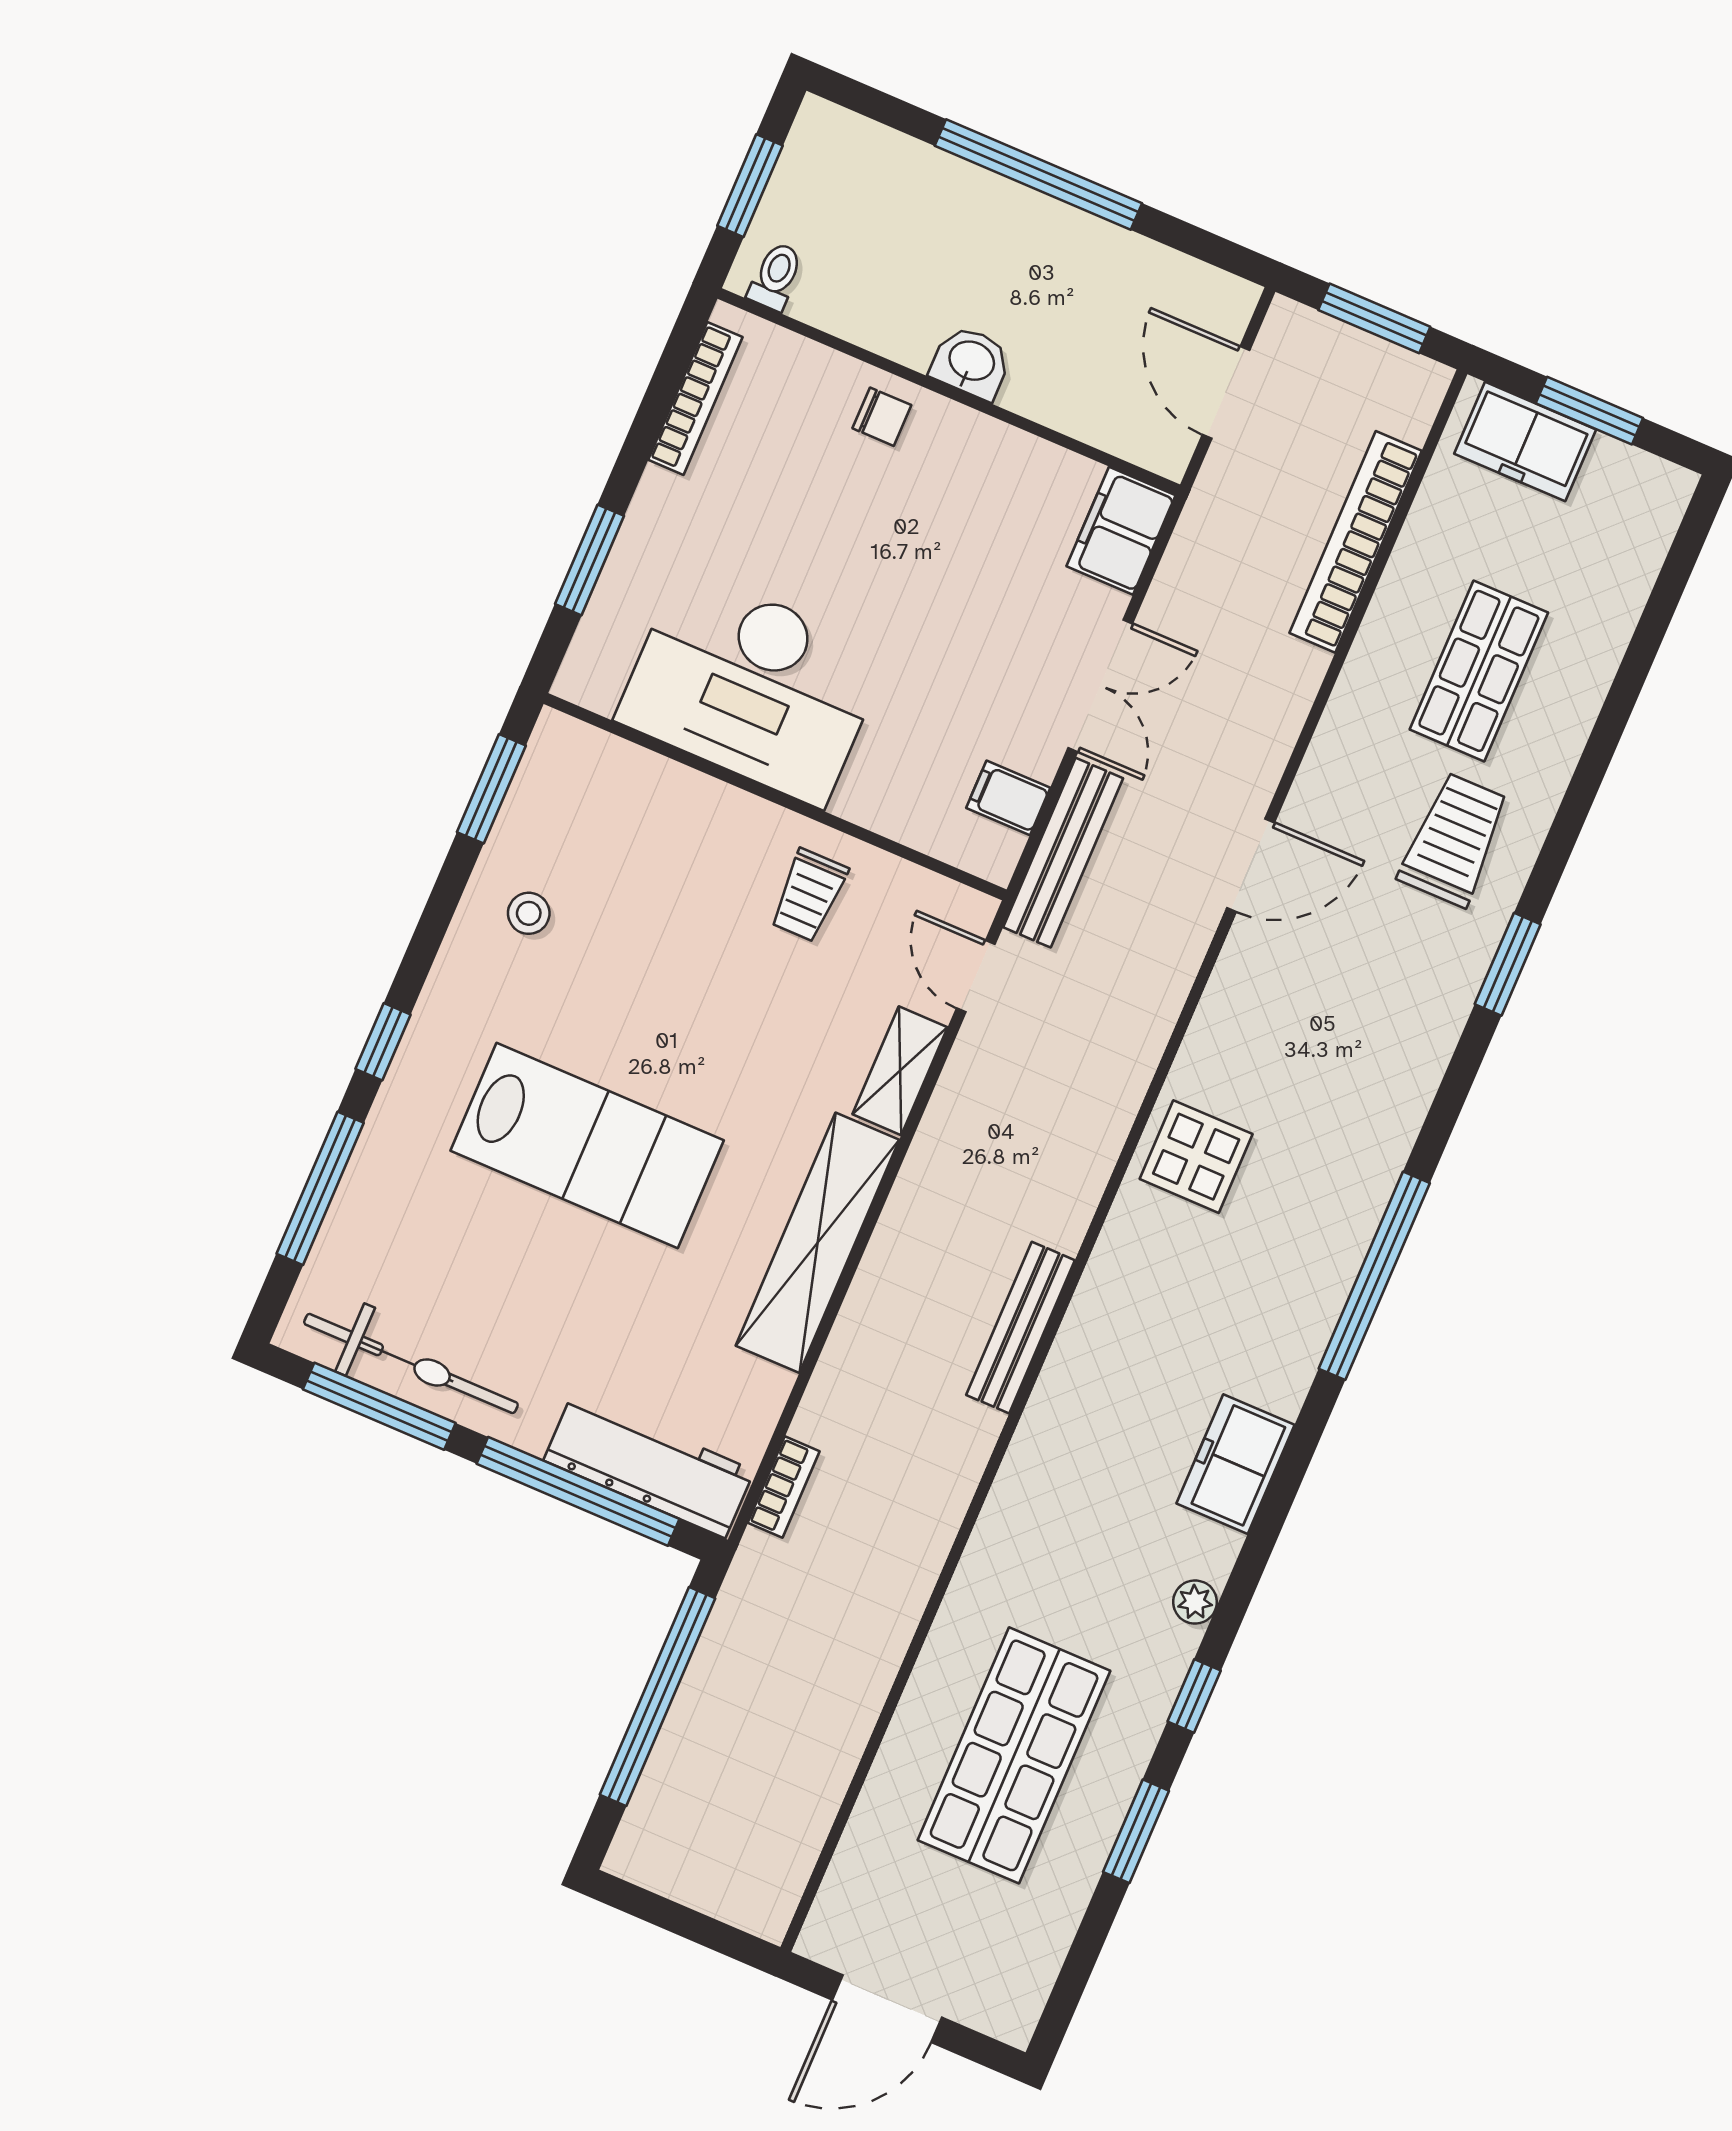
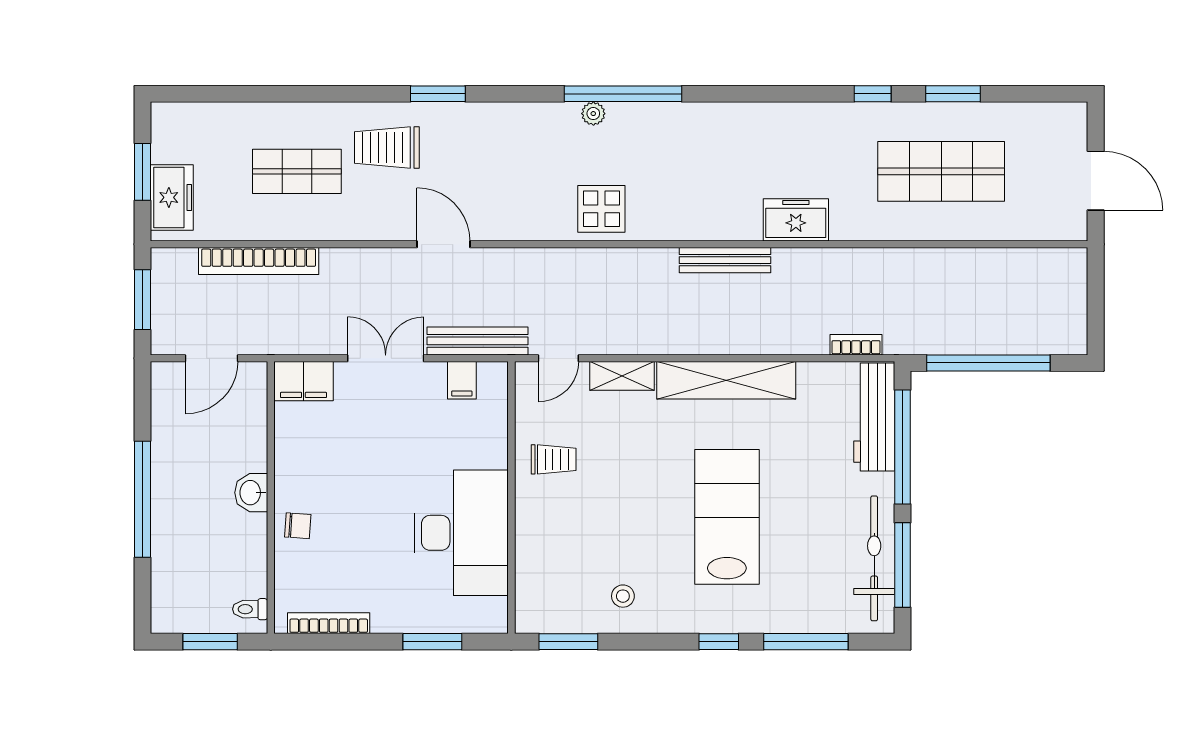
chair: (882, 417) -> (298, 526), turned 94
freezer: (1236, 1464) -> (796, 220), moved, turned 180
plant: (1195, 1602) -> (593, 114), moved

